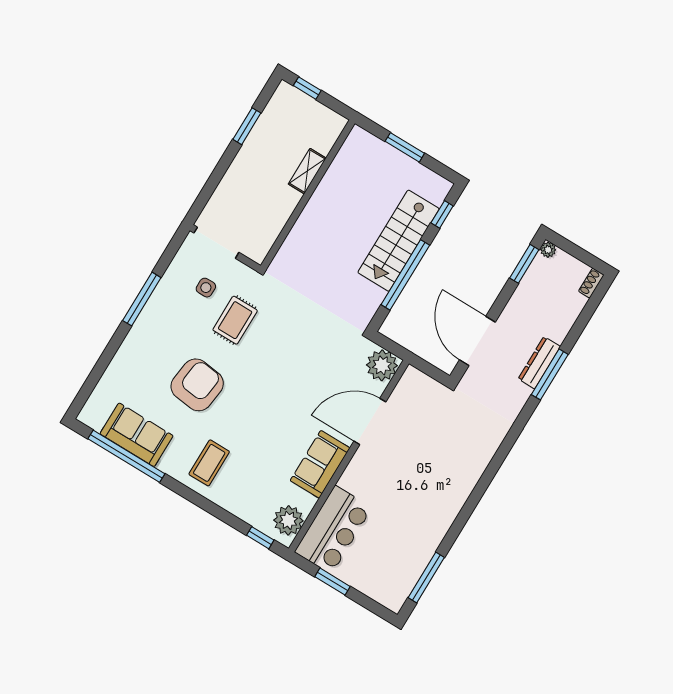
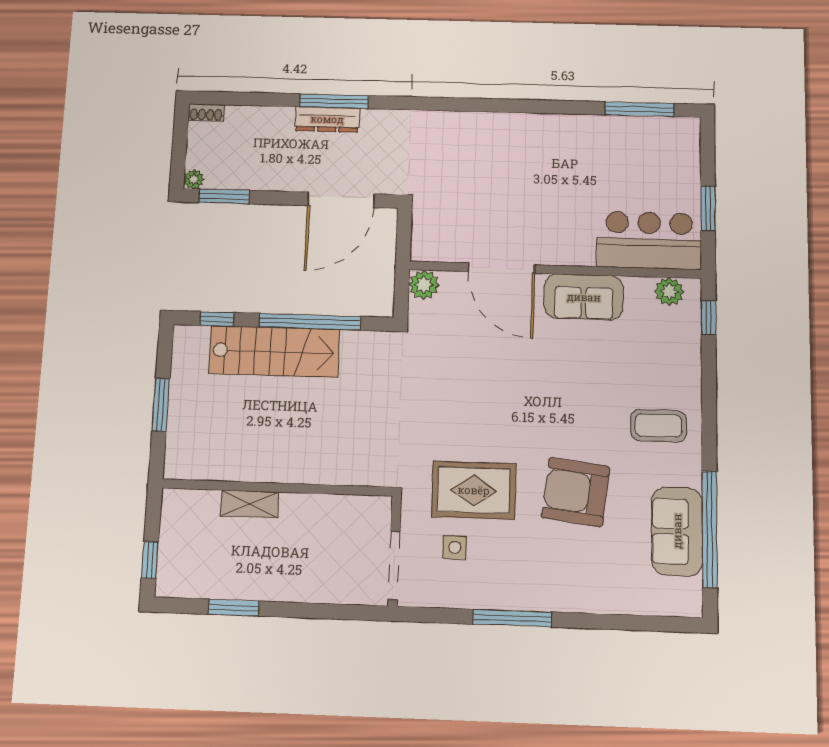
rug: (235, 320) -> (474, 490), width x1.36, depth x1.43
plant: (382, 365) -> (424, 285), width x0.73, depth x0.73
plant: (288, 520) -> (669, 291), width x0.73, depth x0.73

